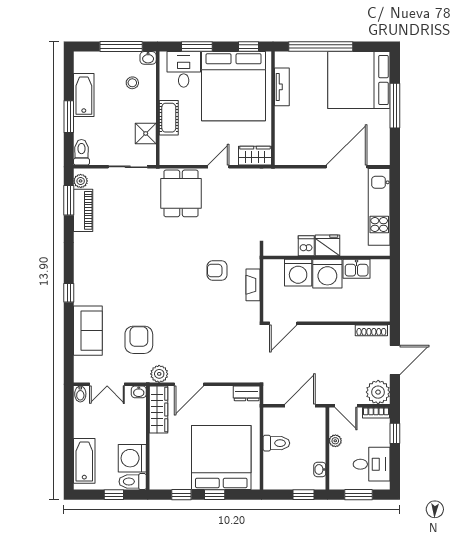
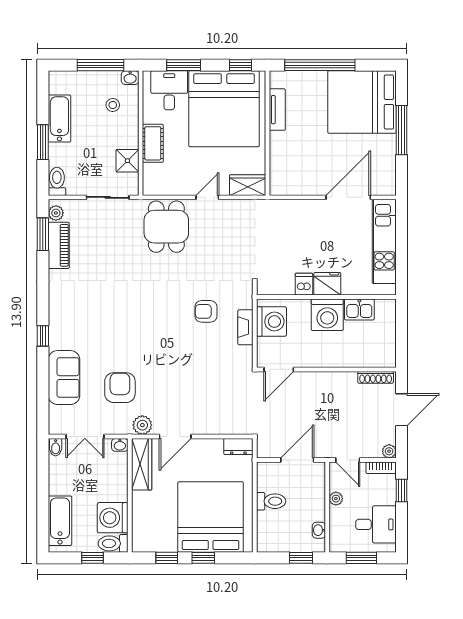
washing machine: (298, 273) -> (271, 322), moved, turned -90
plant: (378, 392) -> (389, 451), width x0.53, depth x0.53

